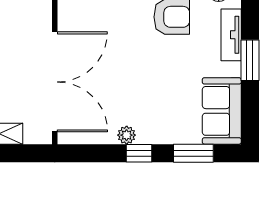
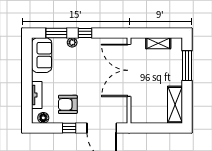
window: (250, 60) -> (27, 82), removed
plant: (127, 135) -> (72, 42), moved

